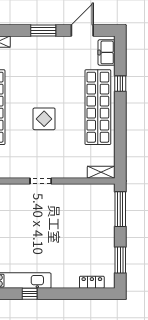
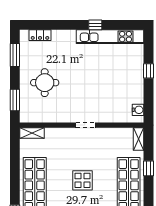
window: (120, 209) -> (15, 100), width x0.69
round table: (87, 229) -> (45, 83), added

